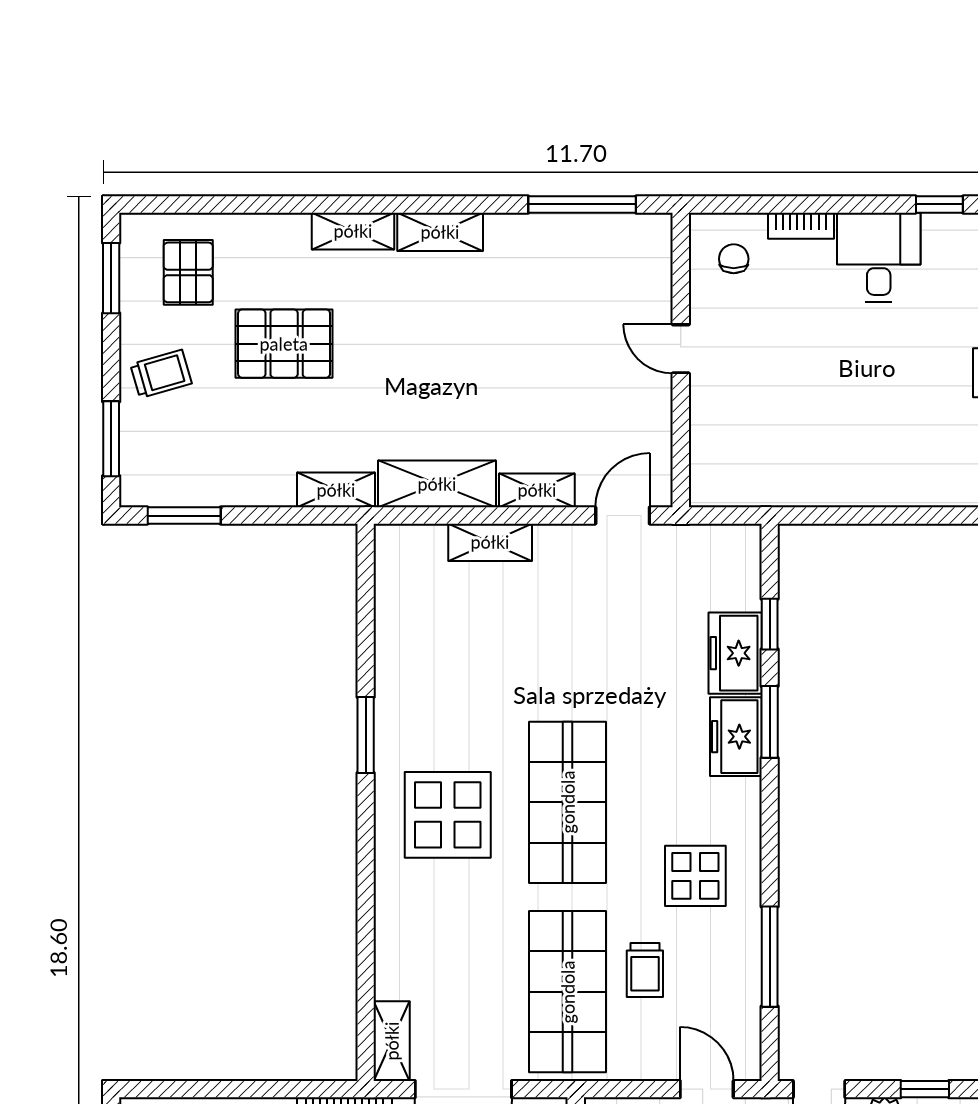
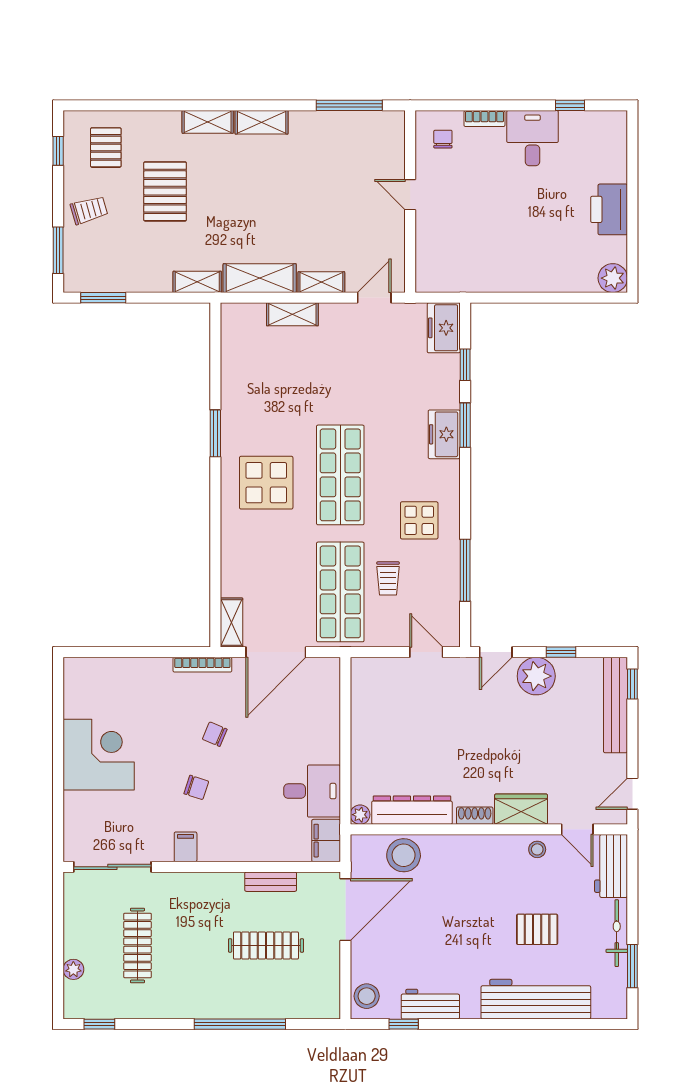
window: (111, 278) -> (58, 151), width x0.67
pallet: (284, 344) -> (165, 191), turned 90
freezer: (735, 653) -> (444, 328), moved

